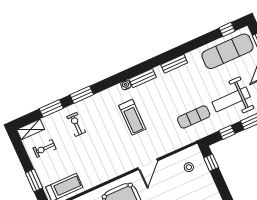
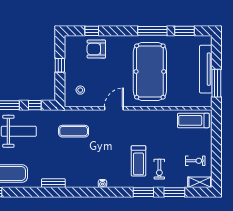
bench: (143, 78) -> (86, 183), removed
treadmill: (132, 117) -> (139, 161), moved, turned 180
exercise mat: (194, 117) -> (74, 131), moved
window: (211, 163) -> (60, 65), moved
window: (34, 180) -> (216, 138), removed

